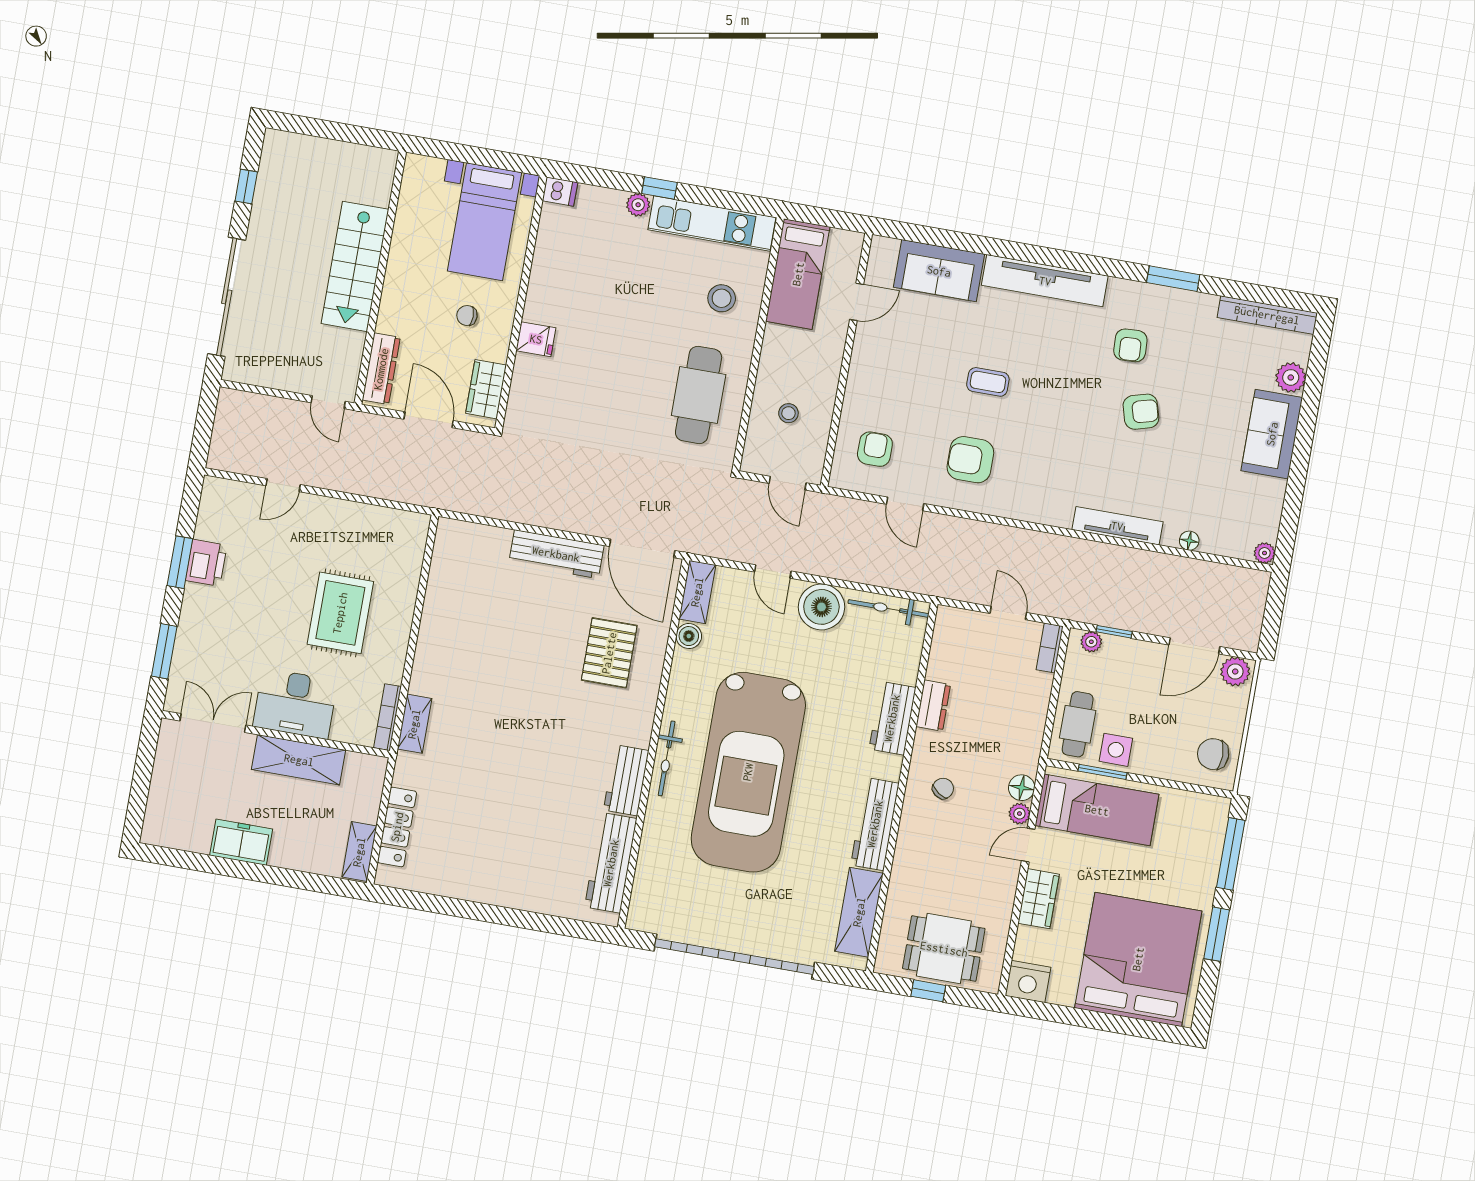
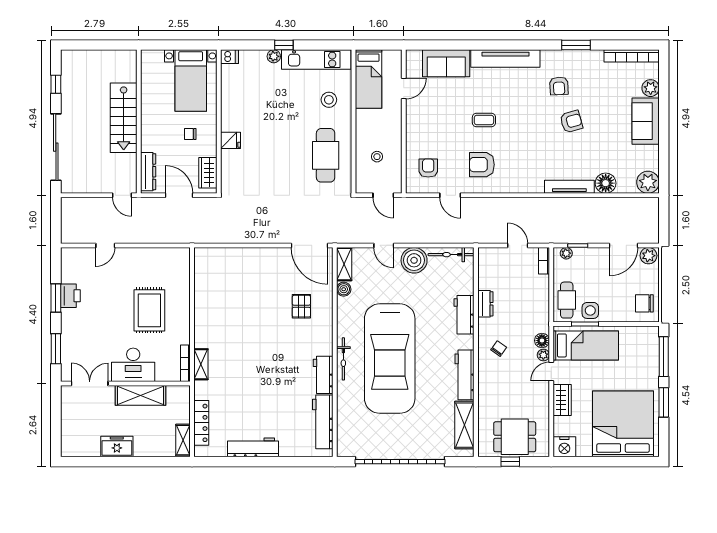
floor lamp: (1189, 541) -> (606, 183), width x1.89, depth x1.89
plant: (1264, 553) -> (648, 182), width x1.87, depth x1.87
workbench: (556, 554) -> (253, 447), moved, turned 180
pallet: (609, 653) -> (301, 306), width x0.67, depth x0.71

